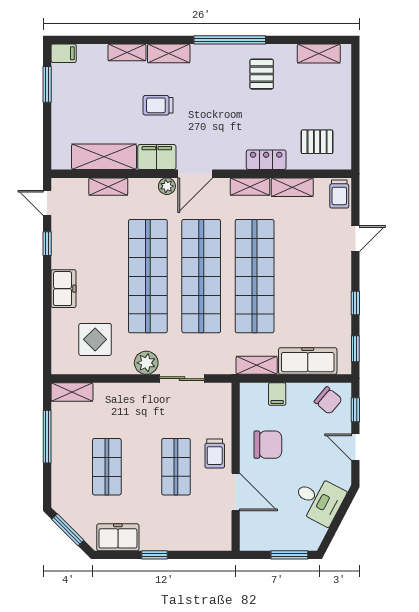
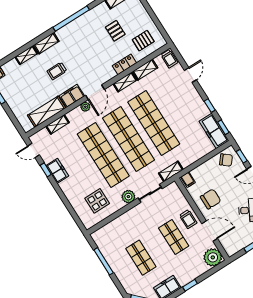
pallet: (262, 74) -> (115, 31), moved
freezer: (64, 289) -> (57, 171), moved
freezer: (308, 361) -> (214, 131), moved, turned -90
shelving: (257, 365) -> (171, 171), moved
shelving: (72, 392) -> (102, 233), removed
filing cabinet: (277, 394) -> (188, 180), moved
plant: (215, 535) -> (213, 257), added

